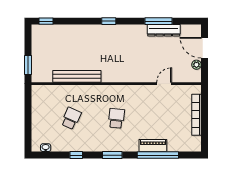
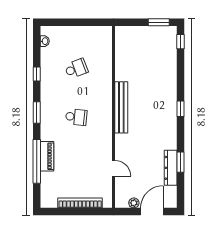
window: (158, 21) -> (180, 162), width x0.69
window: (28, 65) -> (159, 22), moved
bench: (77, 76) -> (121, 107), moved
school desk: (71, 118) -> (76, 69), turned -45

